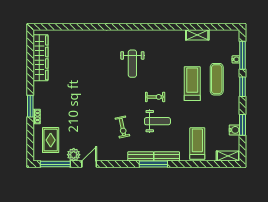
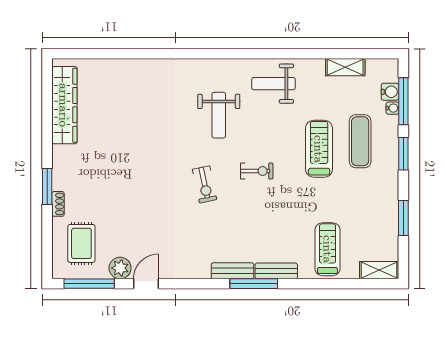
shelving: (197, 35) -> (345, 67), moved
weight bench: (157, 121) -> (273, 84), moved, turned 180
exercise bike: (122, 127) -> (205, 184), moved
water cooler: (234, 130) -> (390, 92), moved

